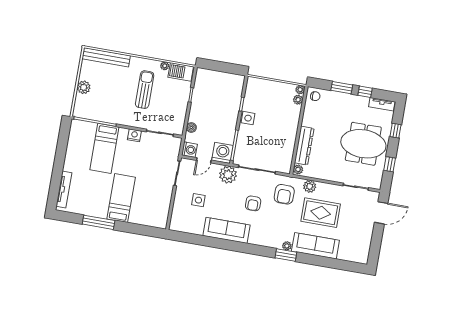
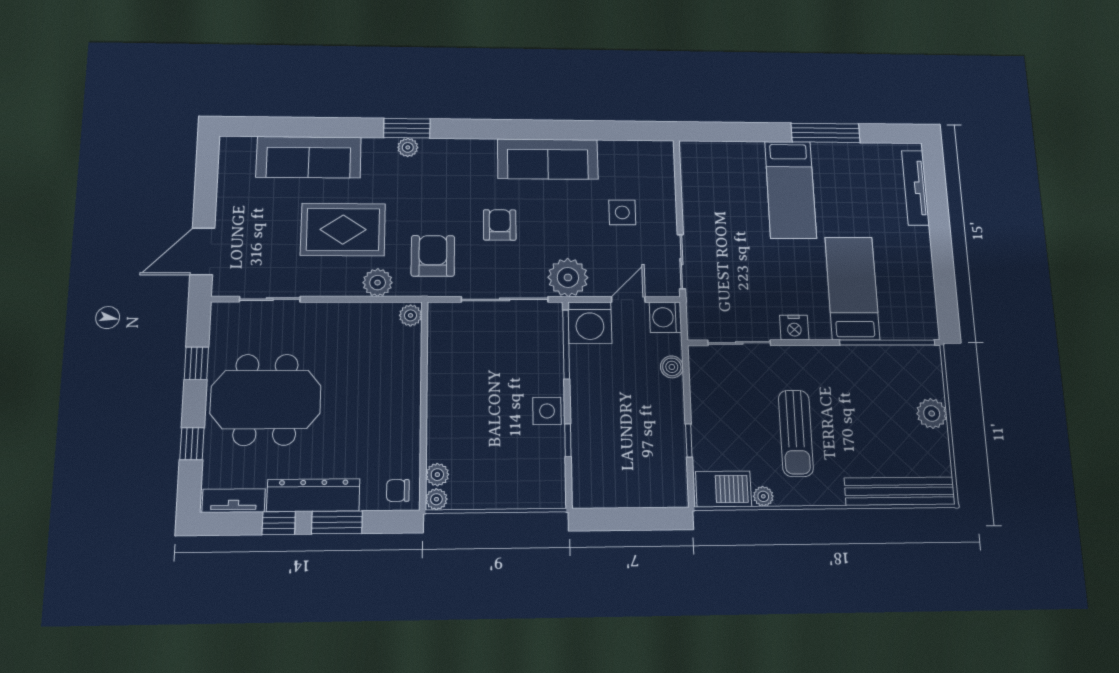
dresser: (304, 146) -> (313, 495), moved, turned 90
sofa: (315, 246) -> (309, 157), moved

